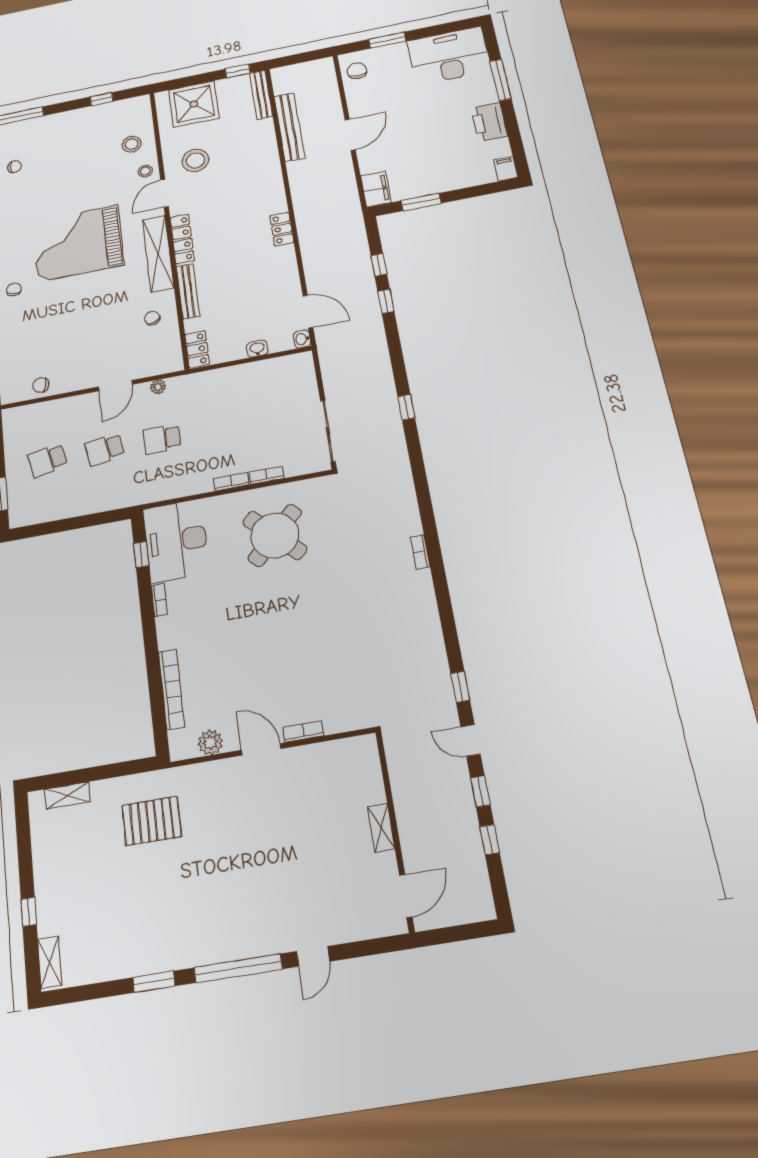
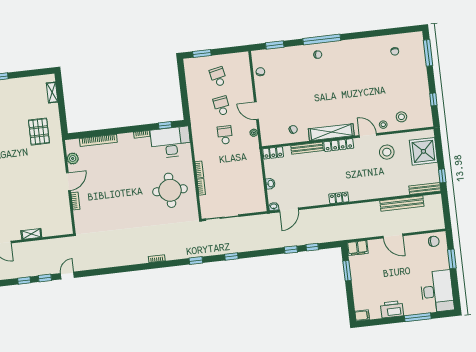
grand piano: (78, 243) -> (342, 89), removed
round table: (275, 535) -> (170, 190), turned 45
window: (460, 687) -> (196, 261), moved

